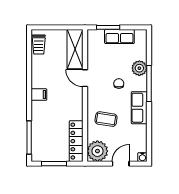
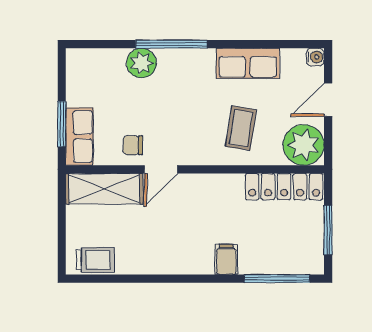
row of seats: (119, 36) -> (80, 137), moved
chair: (119, 84) -> (133, 145), moved
filing cabinet: (39, 95) -> (226, 259), moved
row of seats: (139, 108) -> (248, 63), moved
door: (121, 164) -> (328, 100), hinge flipped

